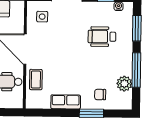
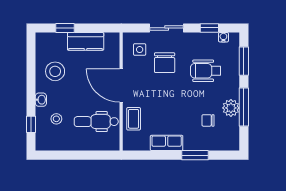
chair: (65, 29) -> (165, 63), added
plant: (124, 84) -> (231, 108), moved
chair: (100, 95) -> (208, 120), moved

